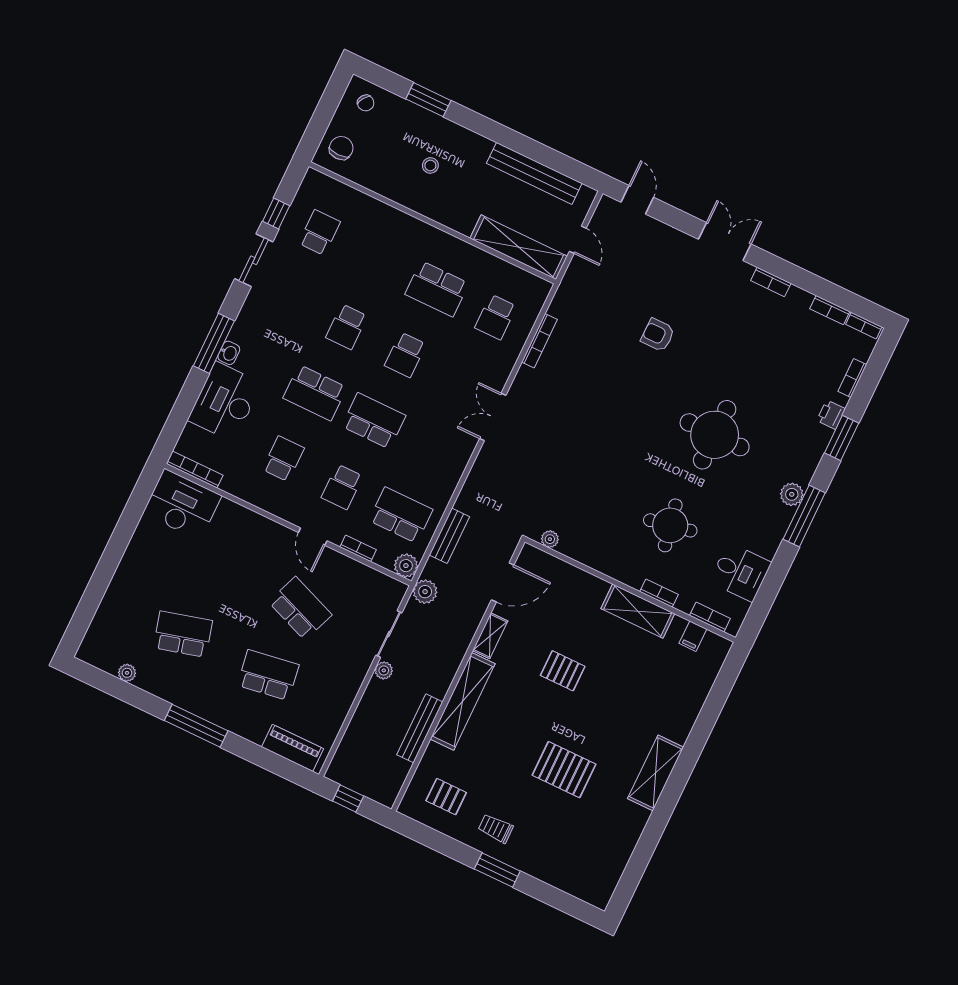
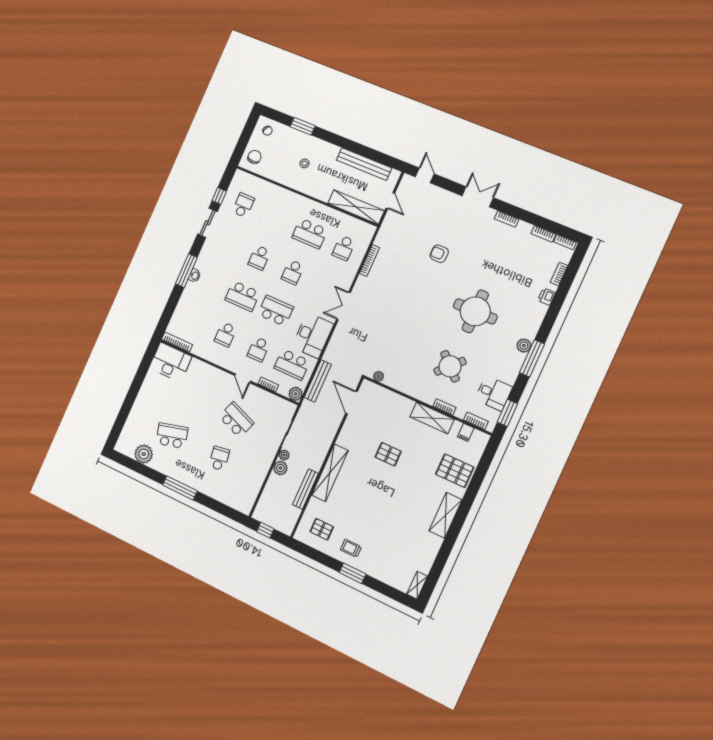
desk: (225, 402) -> (313, 335), moved, turned 180
window: (842, 438) -> (507, 413), moved
school desk: (283, 459) -> (226, 334), turned 180
school desk: (401, 515) -> (292, 365), turned 180
round table: (670, 525) -> (450, 366), turned -35
bench: (449, 536) -> (318, 381), width x1.36
door: (503, 582) -> (352, 402), swing flipped
plant: (425, 592) -> (280, 468), moved
shelving: (490, 636) -> (417, 585), moved
plant: (127, 673) -> (144, 454), width x1.88, depth x1.88
school desk: (268, 675) -> (219, 458), width x0.54
piano: (292, 748) -> (233, 501), removed
pallet: (564, 770) -> (455, 471), moved

